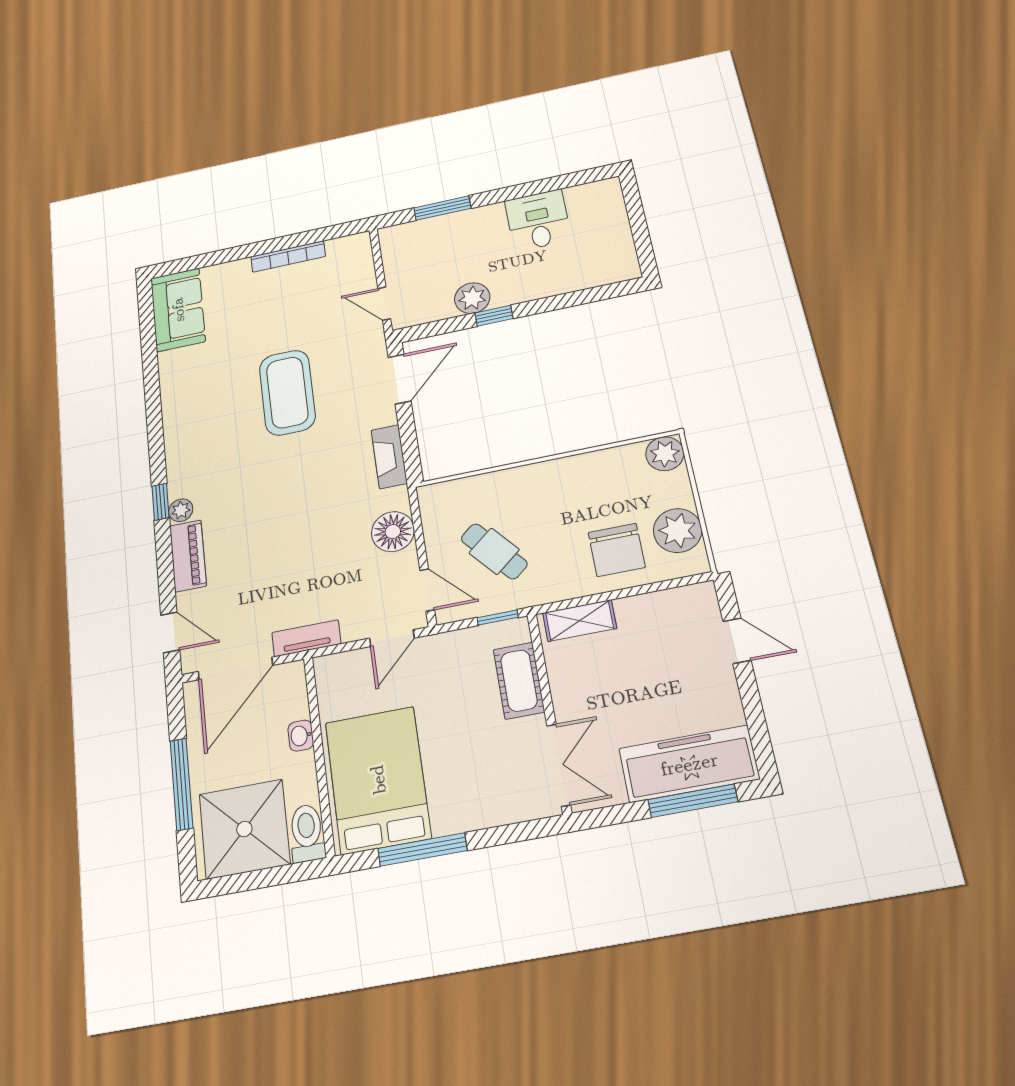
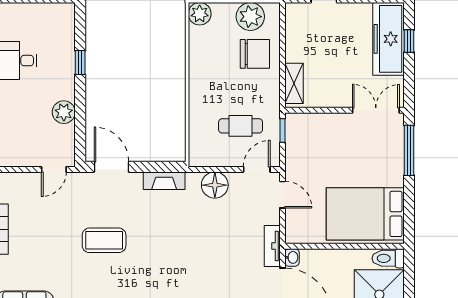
window: (494, 316) -> (80, 62), moved
coffee table: (287, 392) -> (104, 240), width x0.73, depth x0.76
cafe table: (494, 551) -> (241, 126), turned 40
cot: (519, 681) -> (323, 124), removed
washbasin: (301, 736) -> (292, 257), moved, turned -90
window: (693, 801) -> (409, 41), width x0.46
window: (422, 850) -> (409, 150), moved

